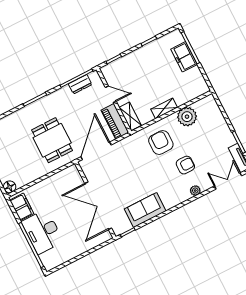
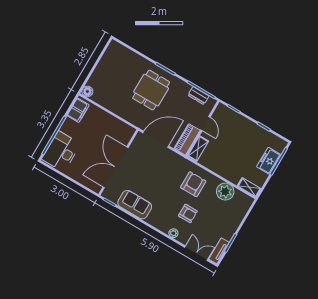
shelving: (164, 108) -> (249, 187), moved
dining table: (52, 140) -> (151, 90), moved
desk: (42, 232) -> (61, 151), moved

